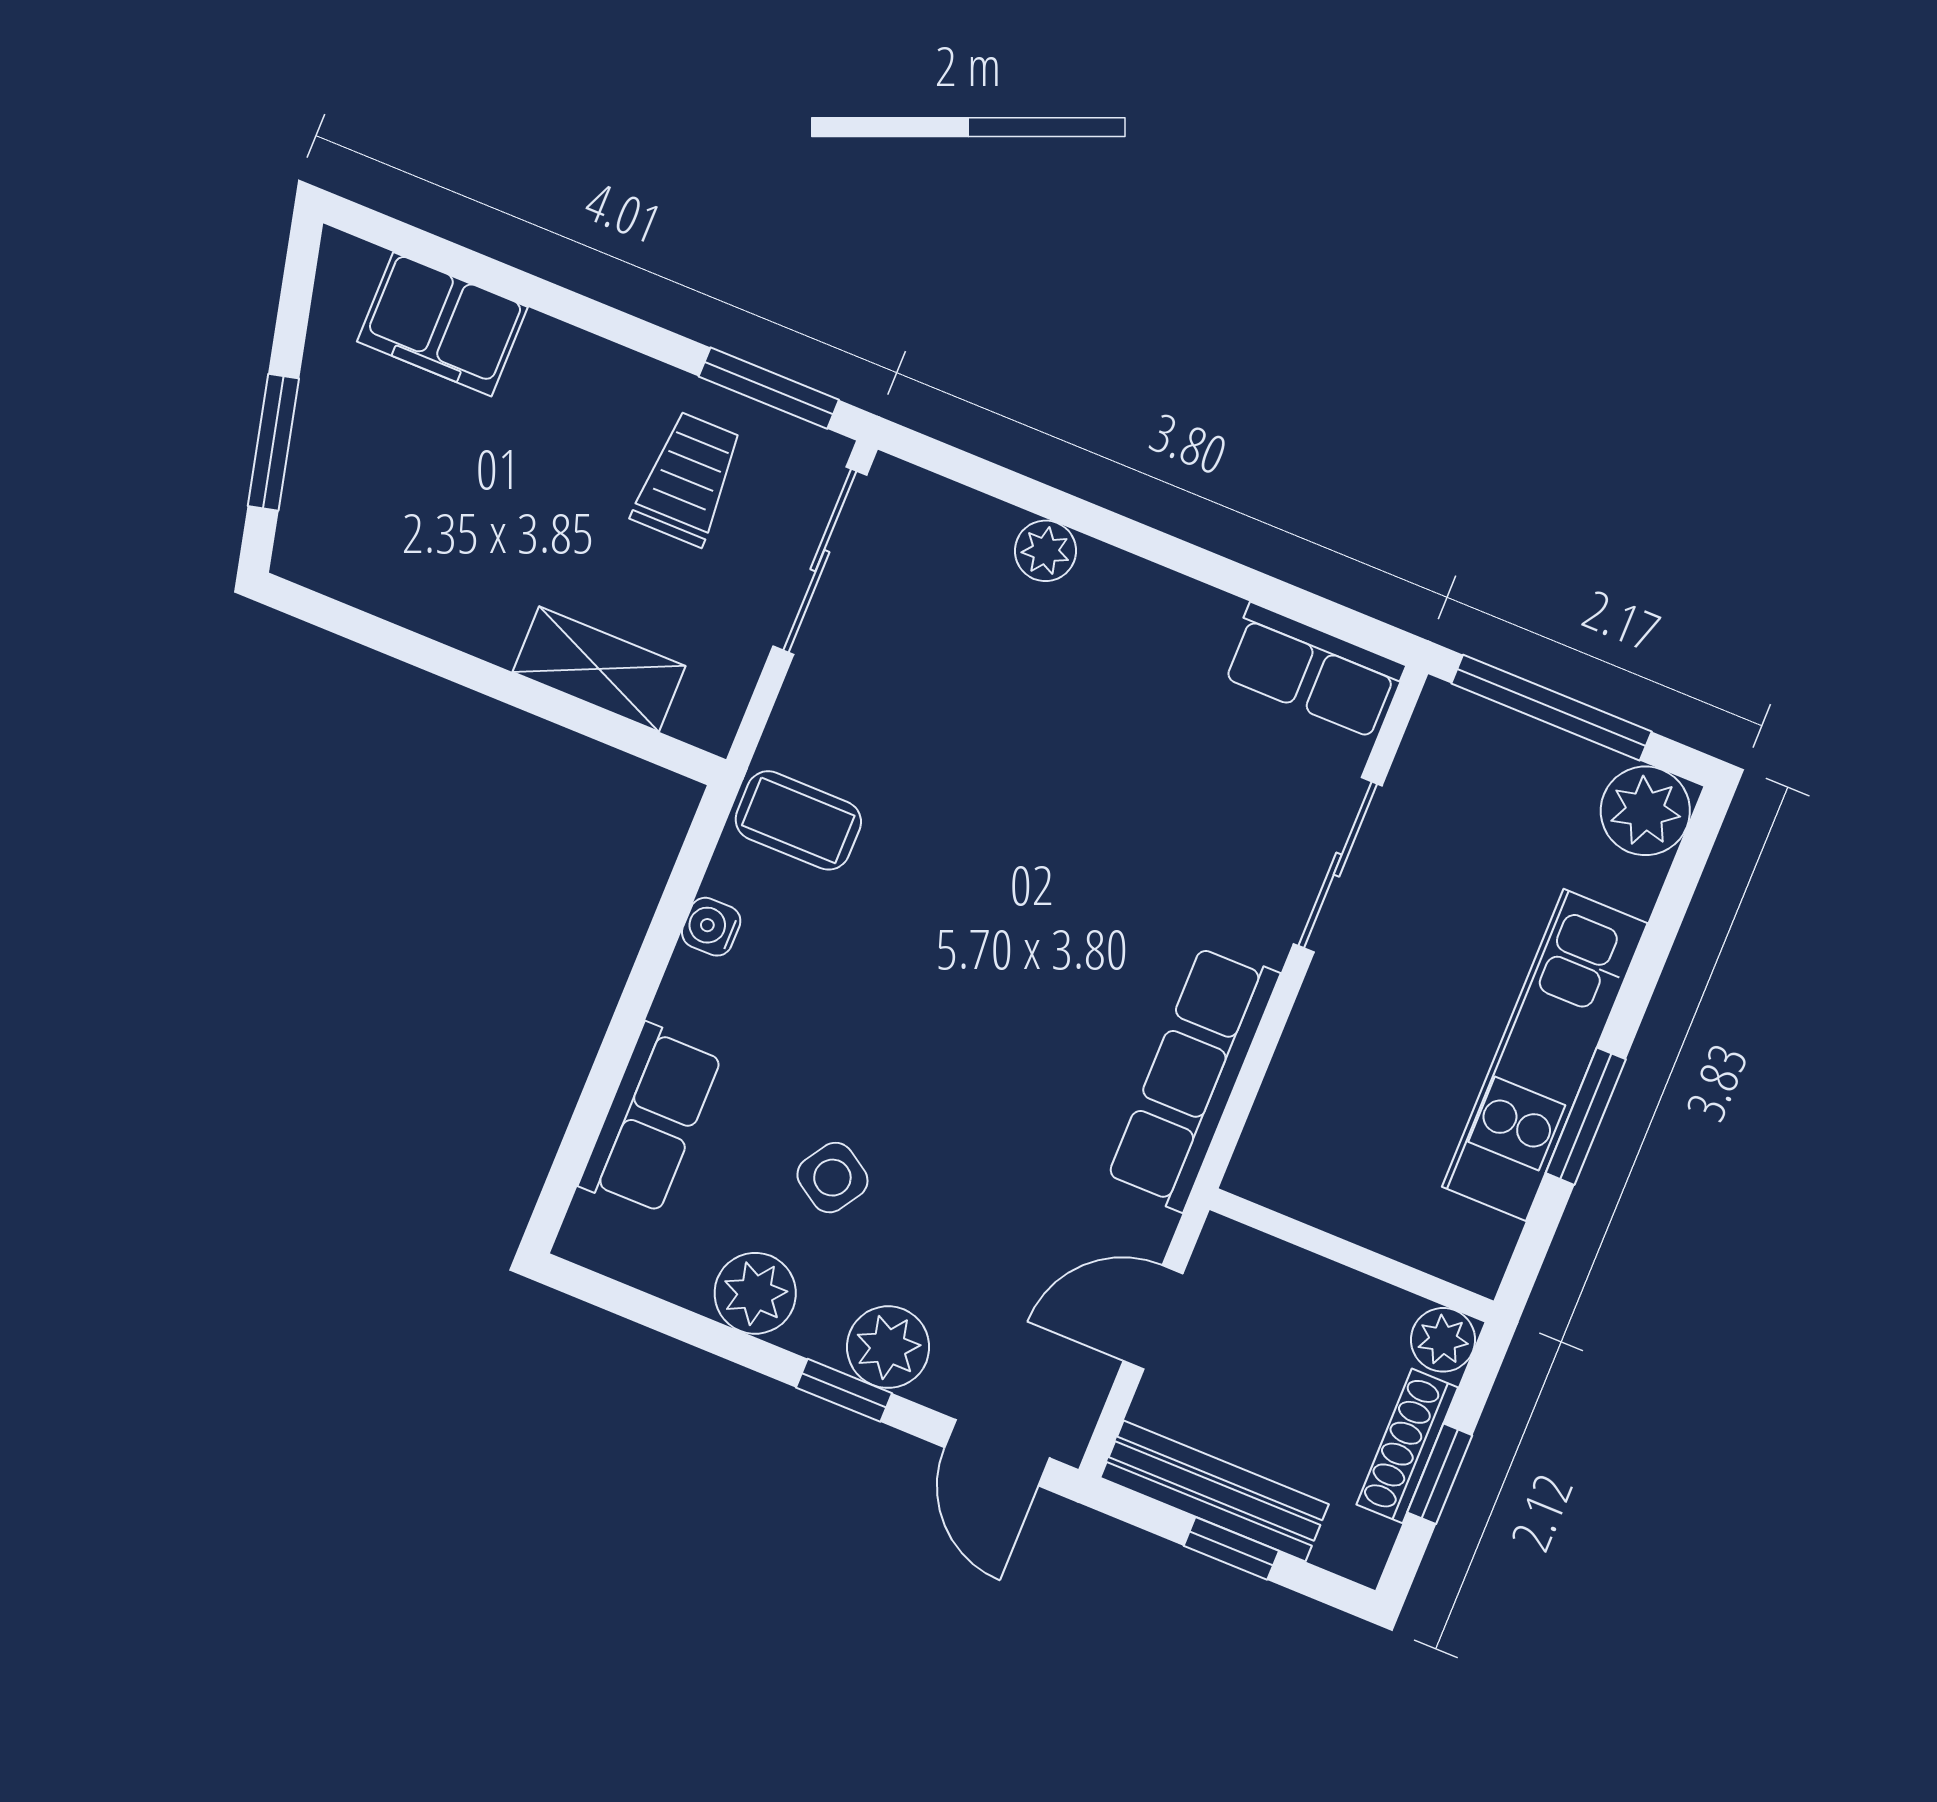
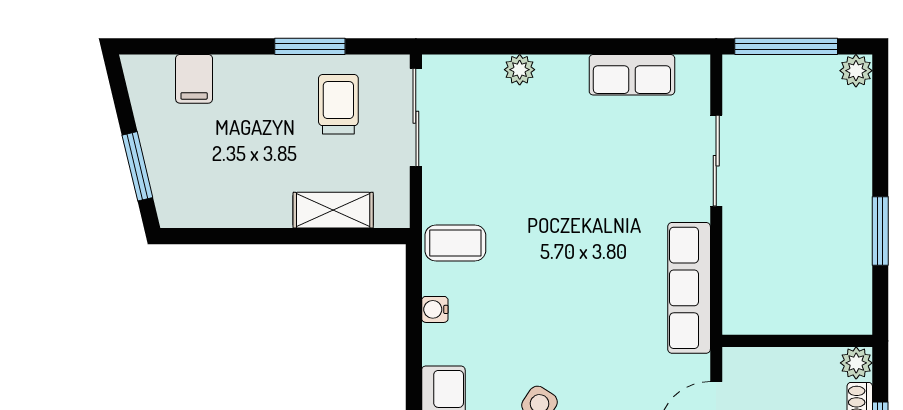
filing cabinet: (442, 324) -> (194, 79), width x0.50
window: (769, 388) -> (310, 46), moved
row of seats: (1313, 671) -> (632, 75), moved
plant: (1645, 811) -> (856, 71), width x0.73, depth x0.73
kitchen unit: (1545, 1055) -> (849, 210), removed

